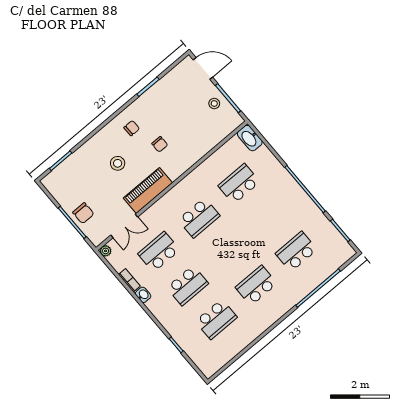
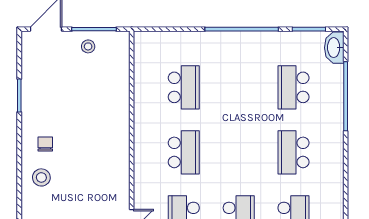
washbasin: (250, 138) -> (334, 48), moved, turned 90
chair: (160, 144) -> (83, 131), removed
stool: (118, 163) -> (41, 177), moved
school desk: (239, 184) -> (184, 87), turned 180
piano: (148, 190) -> (117, 179), removed

